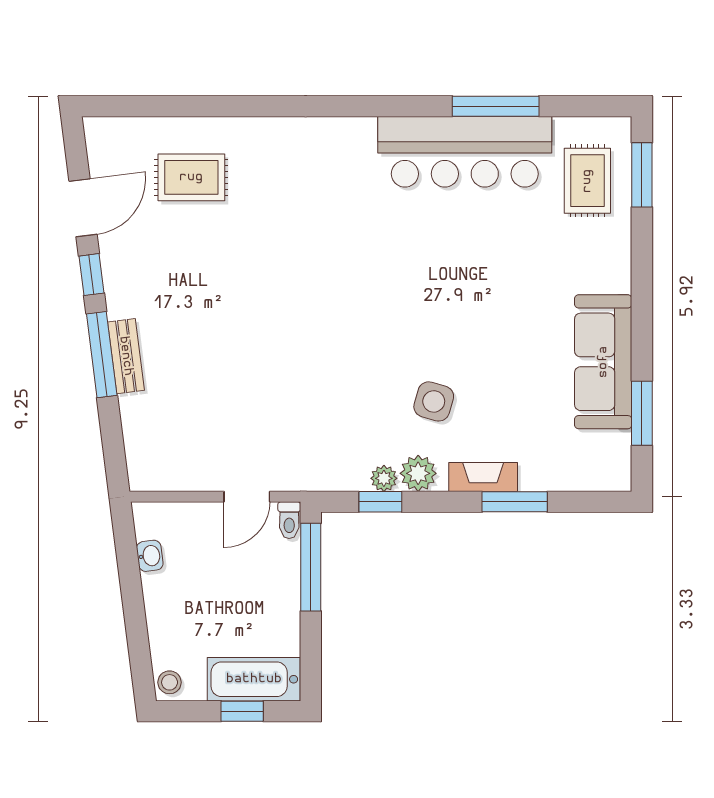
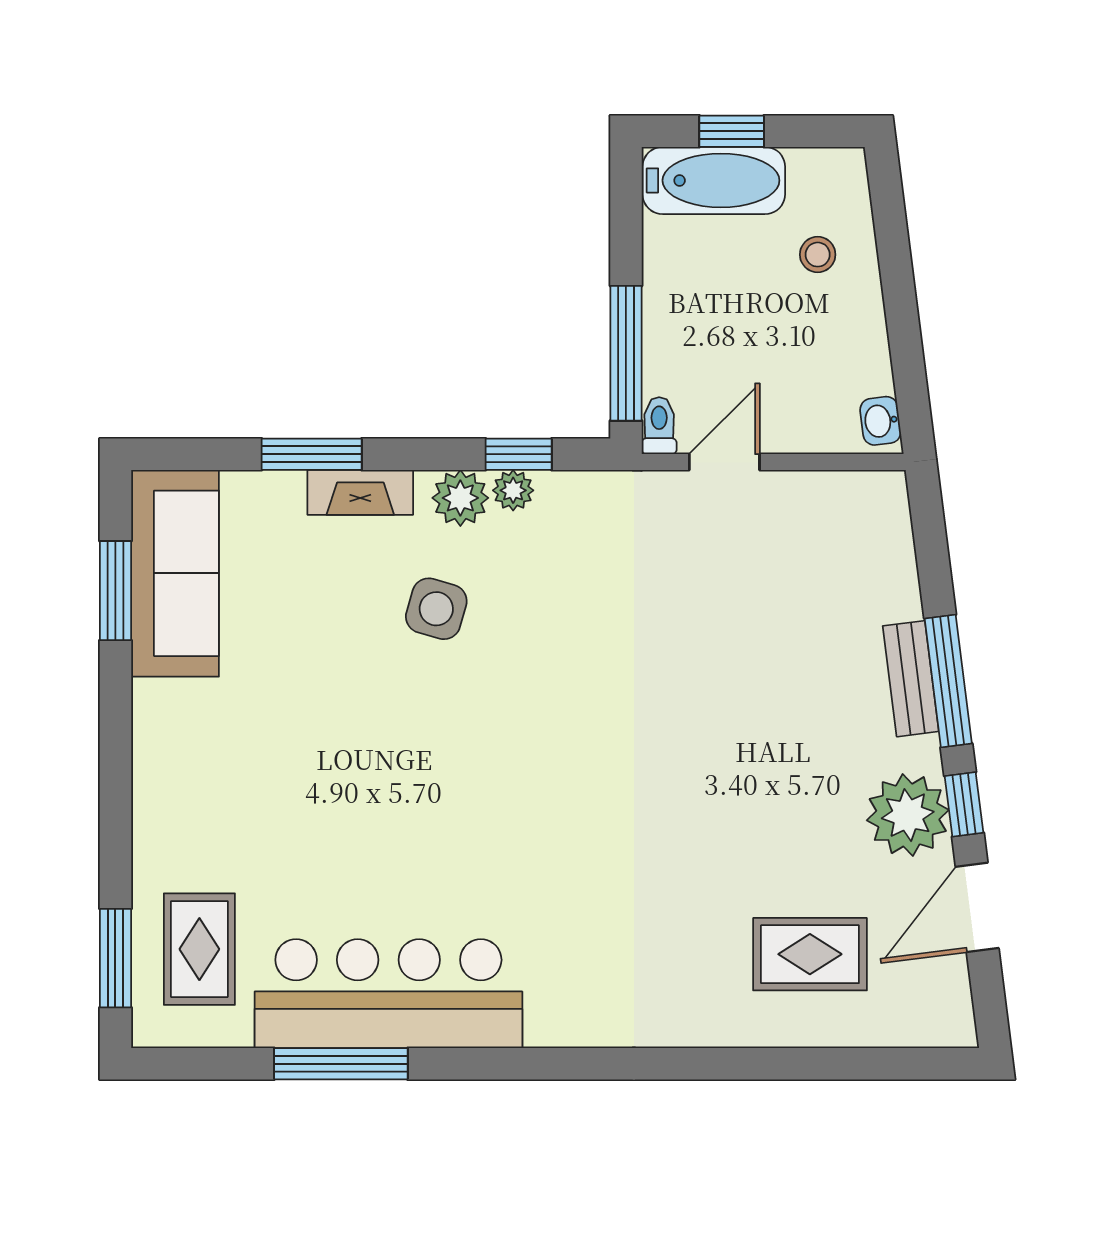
plant: (128, 268) -> (908, 815), added
sofa: (603, 362) -> (175, 573), moved
washbasin: (150, 556) -> (880, 421), moved
stool: (170, 682) -> (818, 255), moved

